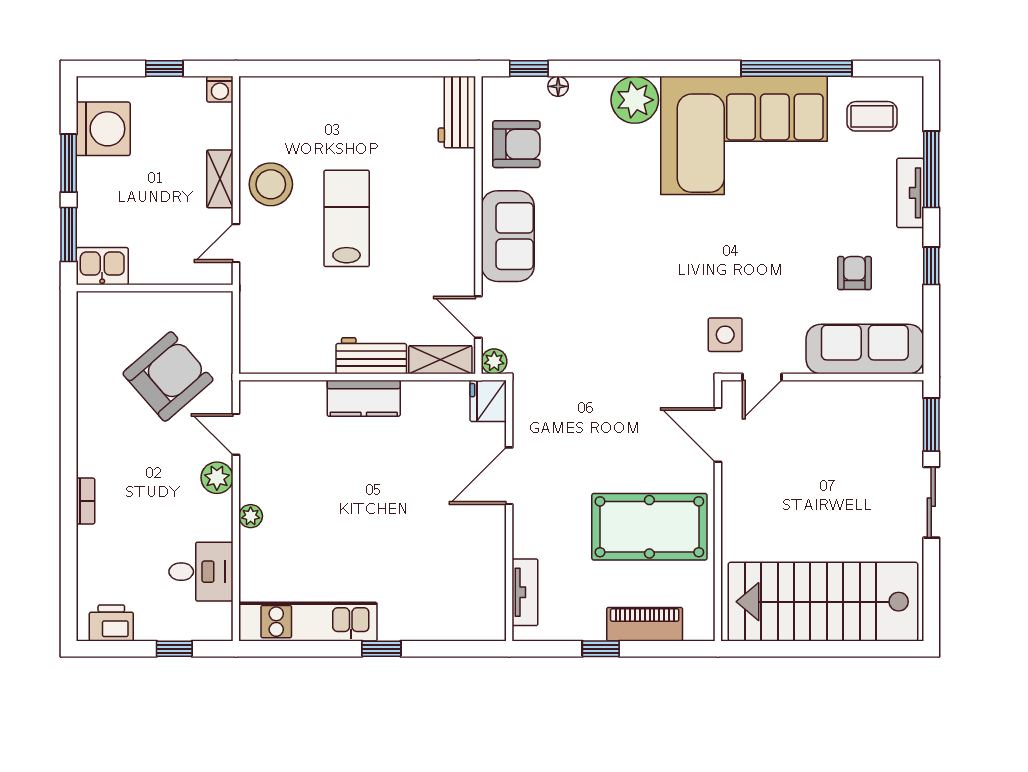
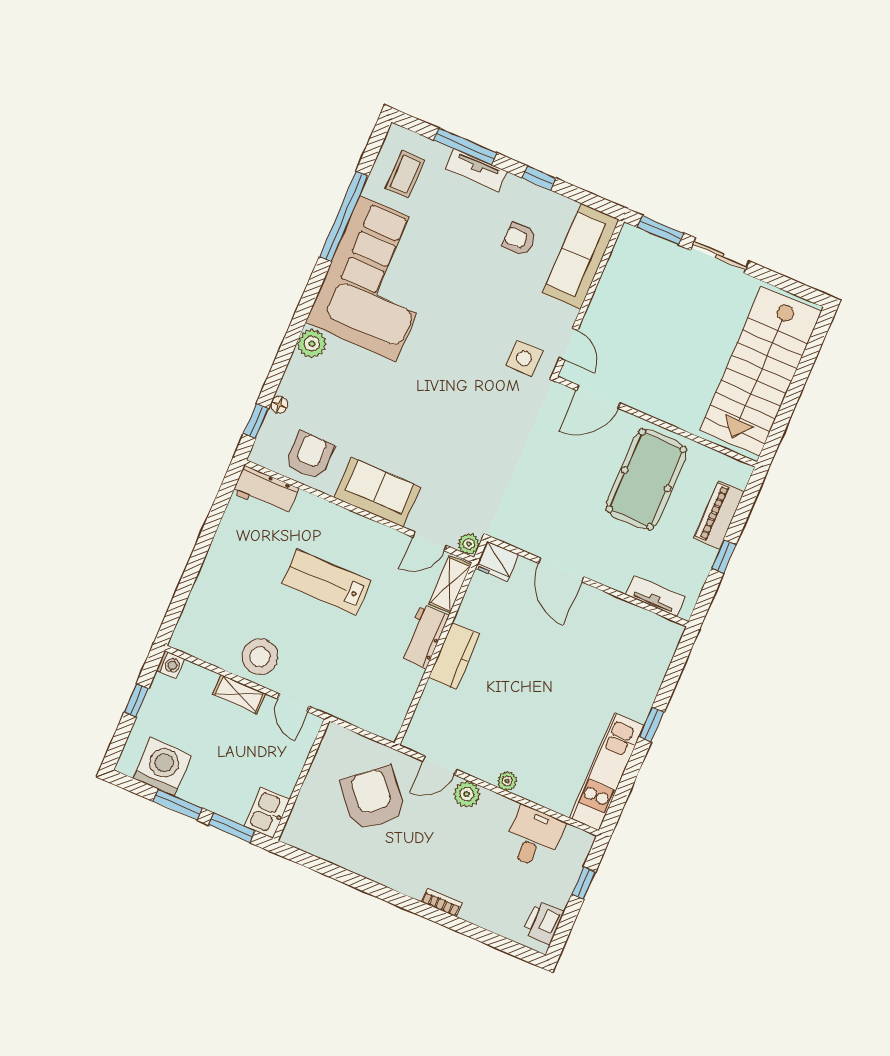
plant: (635, 100) -> (312, 344), width x0.73, depth x0.73
lab bench: (347, 218) -> (326, 582), moved

